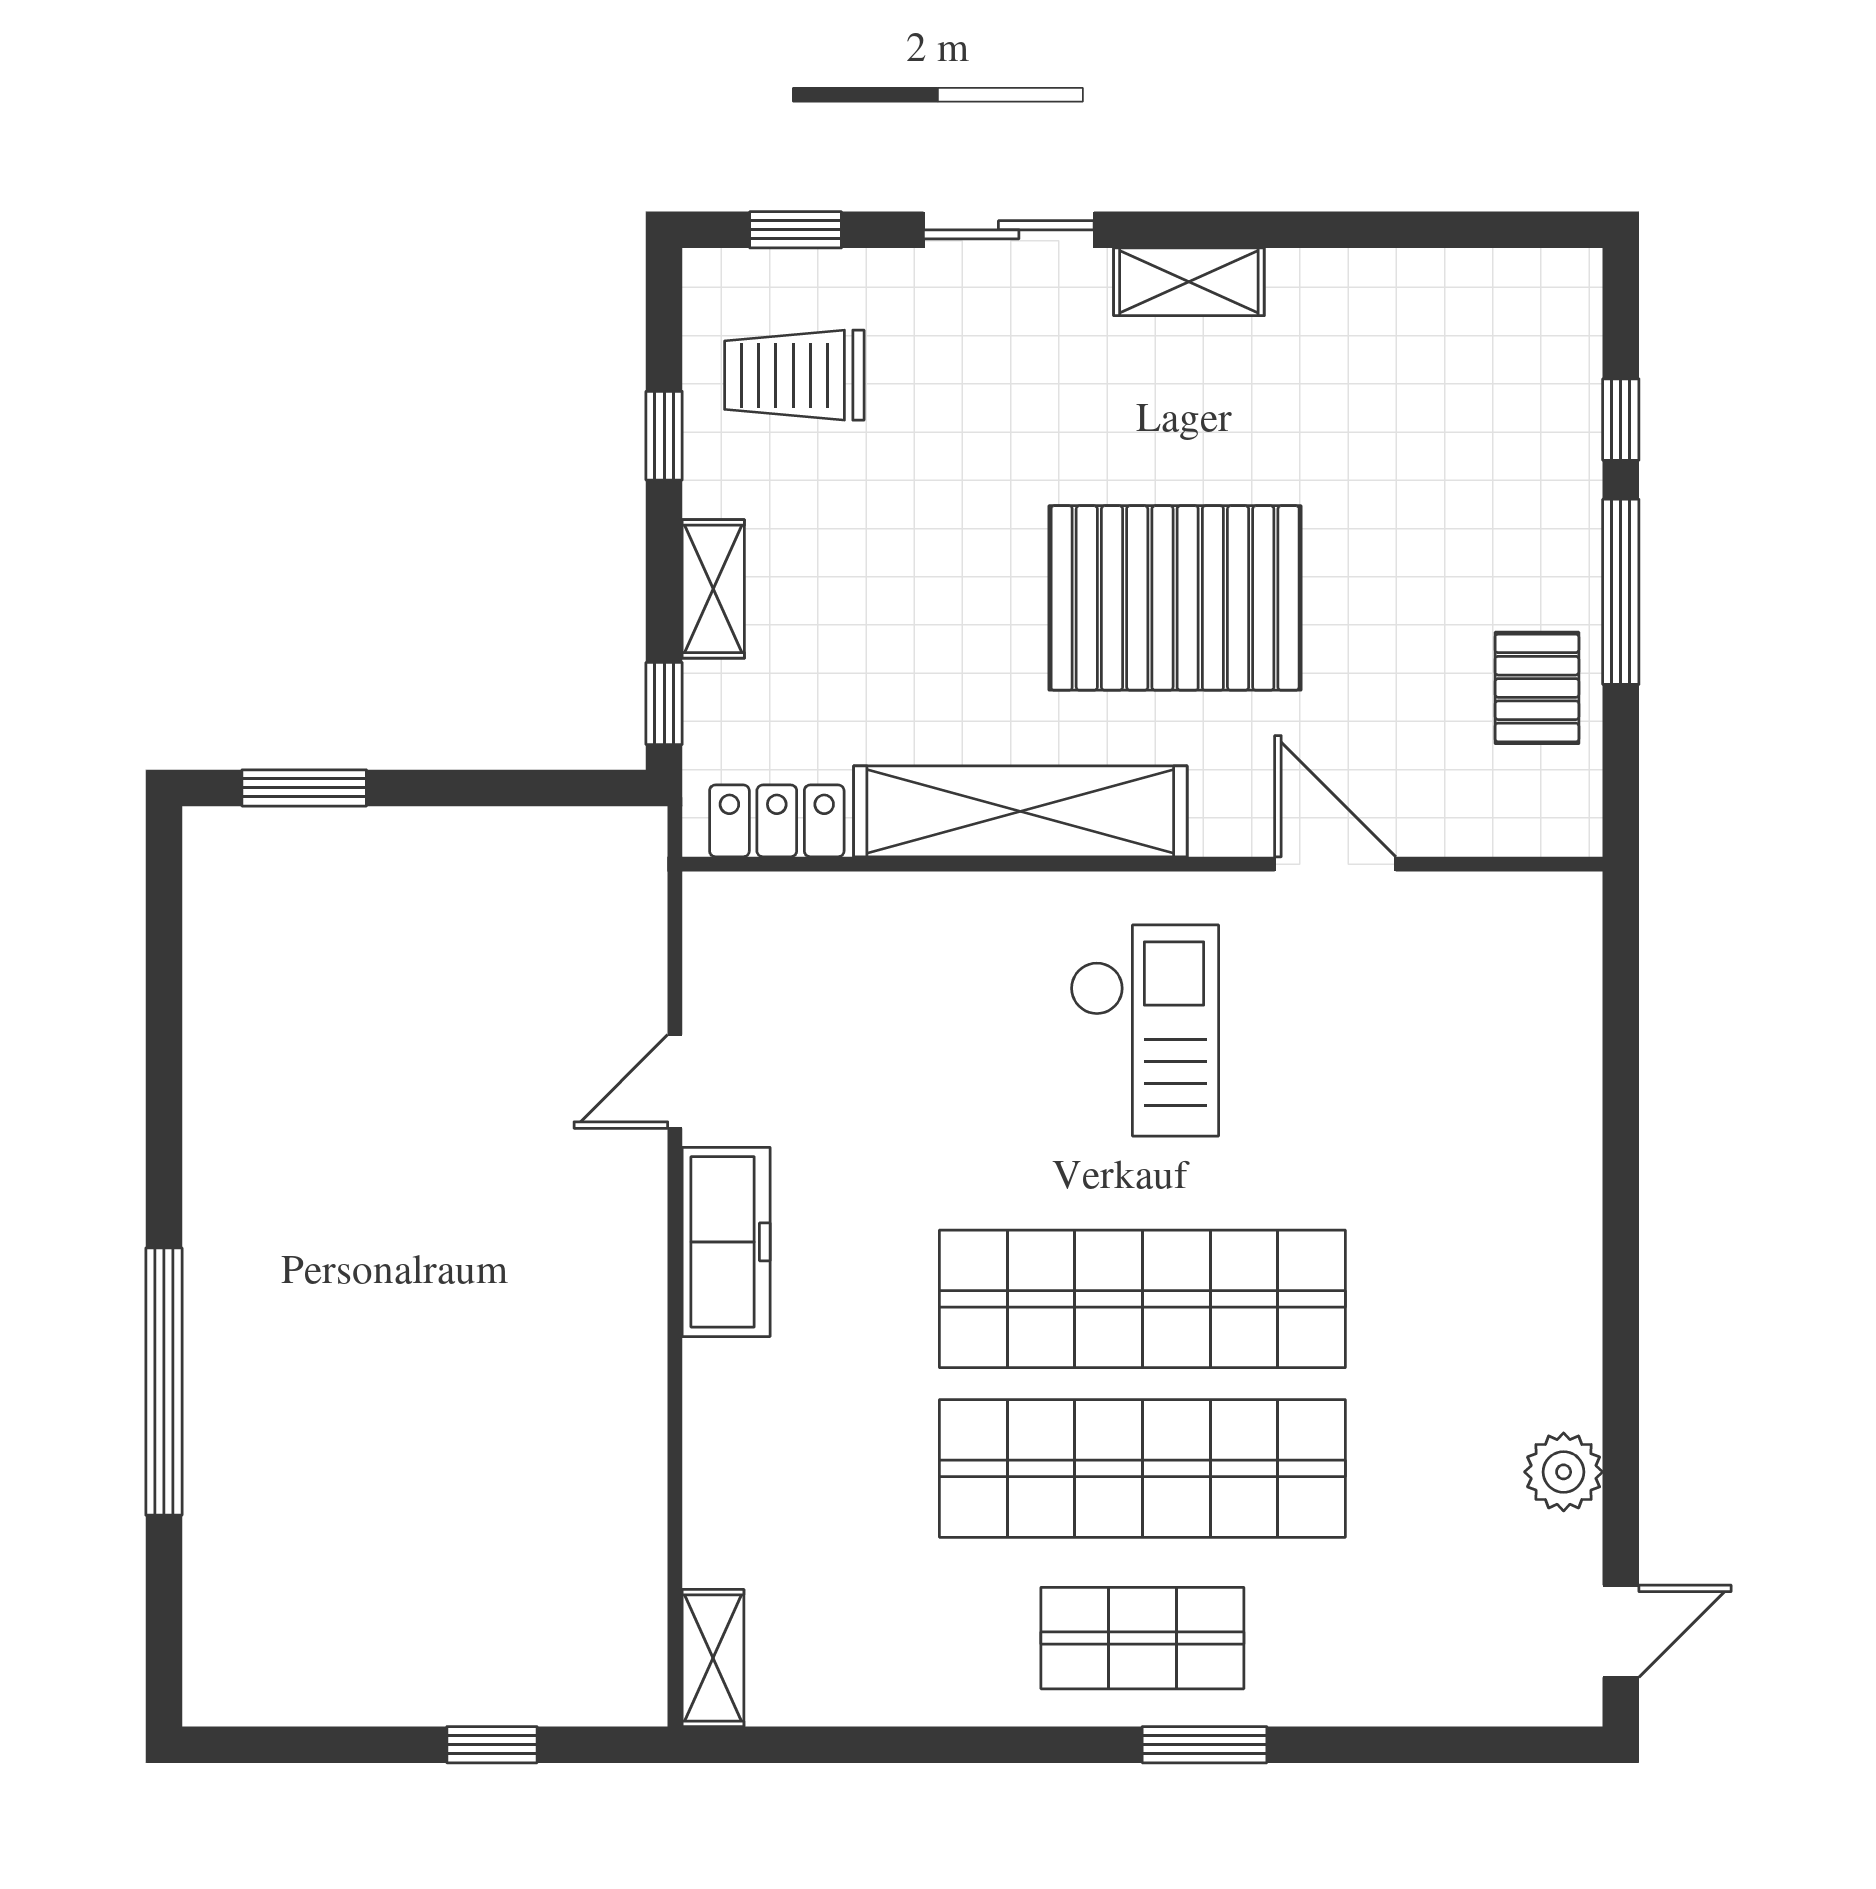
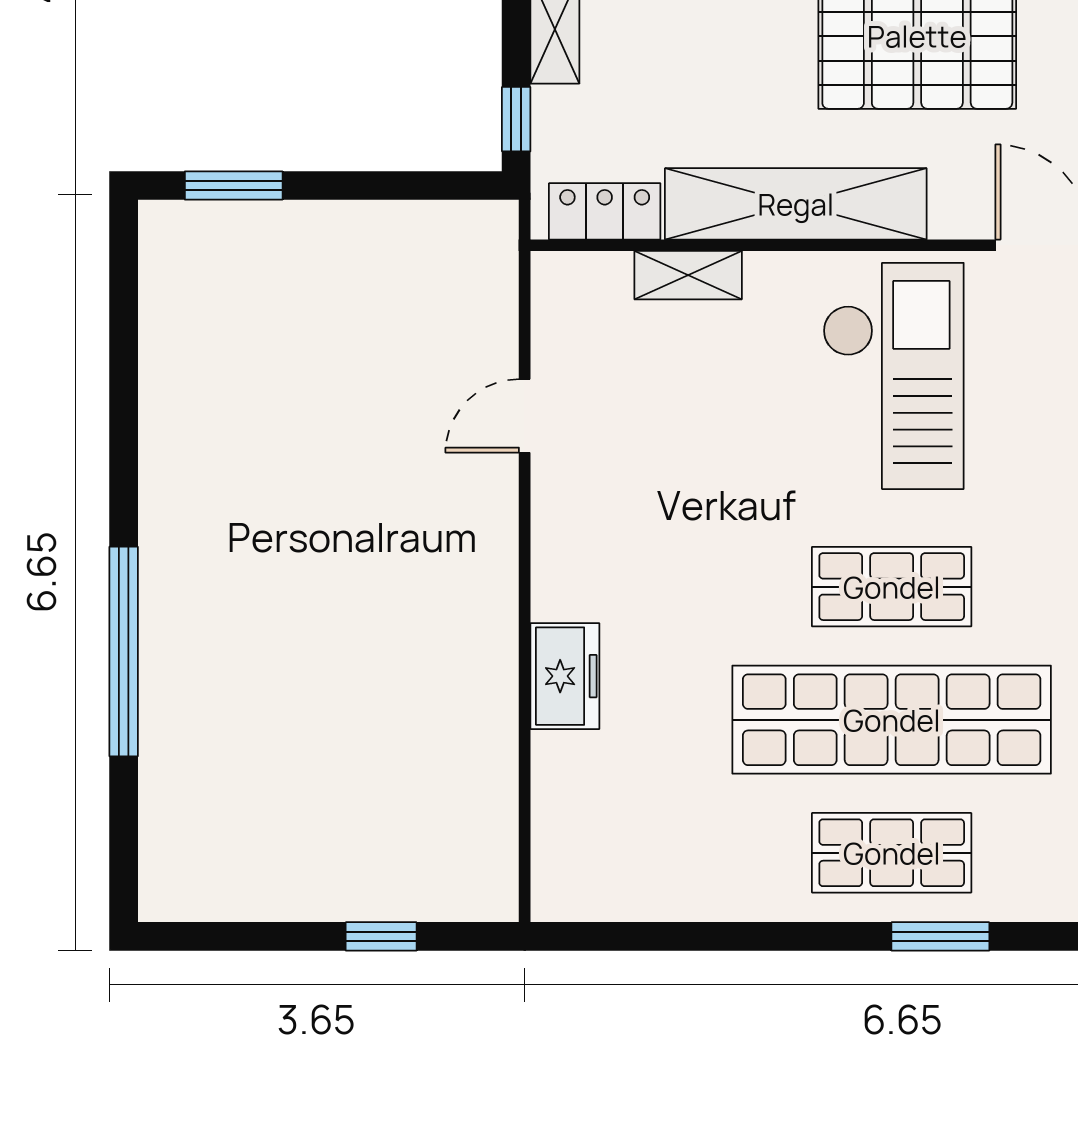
checkout: (1144, 1031) -> (893, 376), width x1.36, depth x1.21
freezer: (726, 1242) -> (565, 676), moved, width x0.71
shop shelf: (1142, 1299) -> (892, 587), width x0.50, depth x0.74
shelving: (713, 1658) -> (688, 275), moved, turned 90

